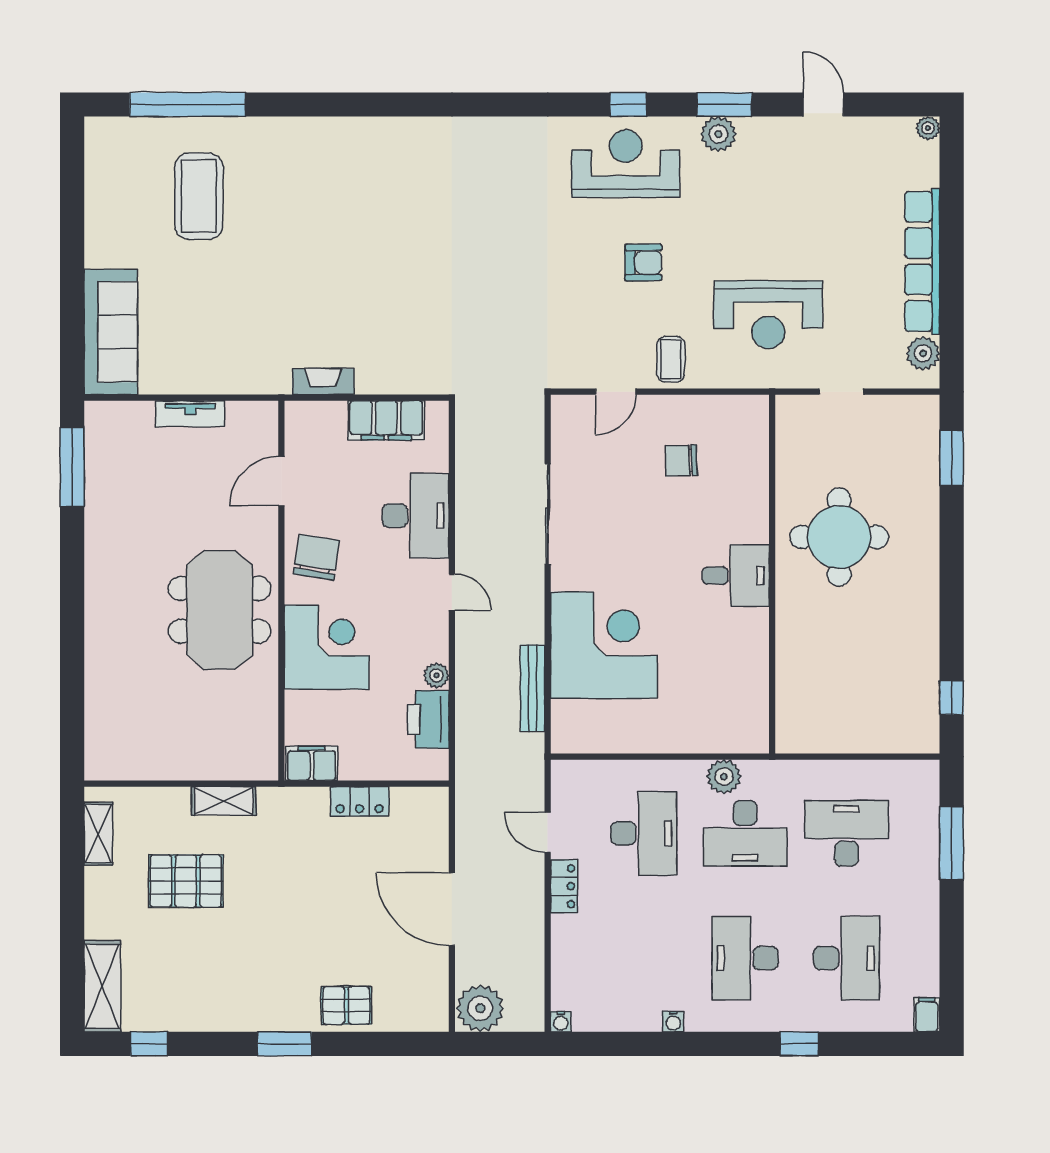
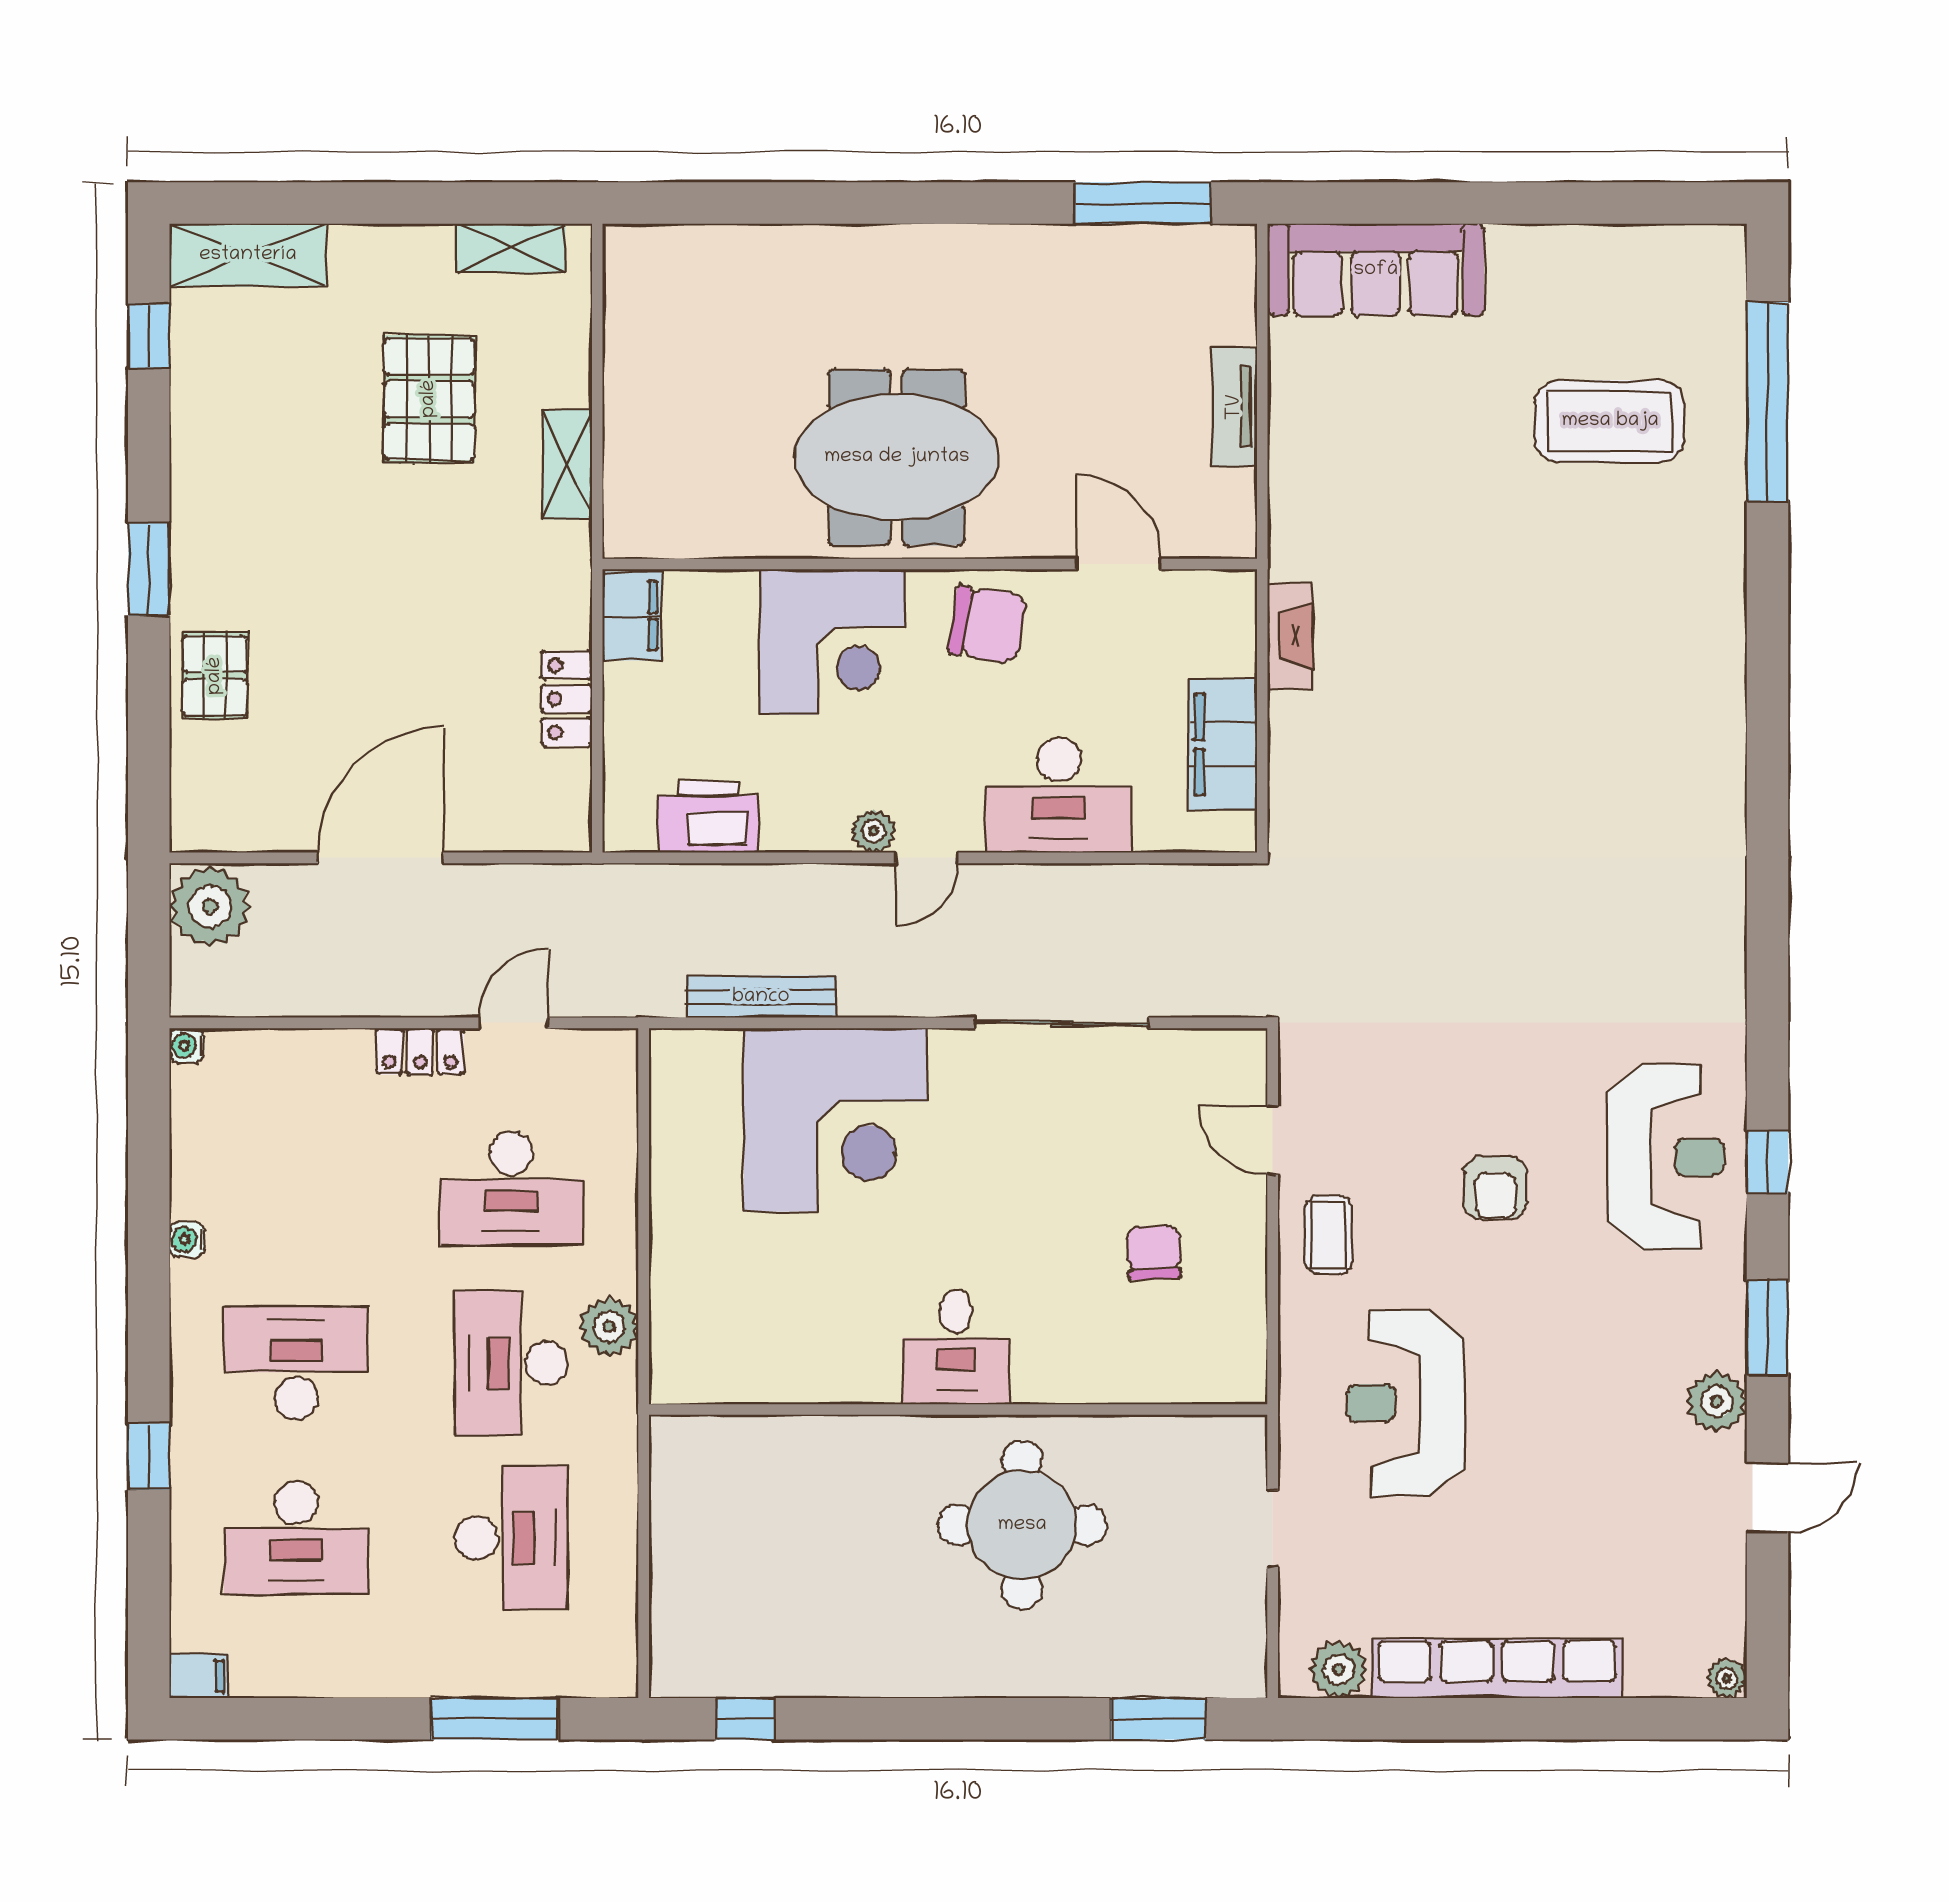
plant: (718, 134) -> (1717, 1402), moved
coffee table: (671, 359) -> (1329, 1235), turned 90
plant: (436, 675) -> (874, 831), moved

